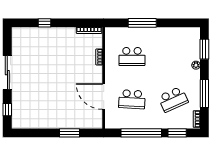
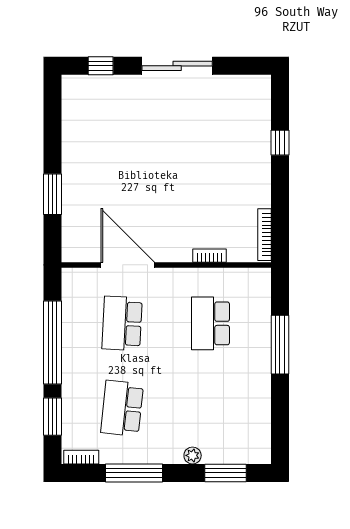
door: (104, 97) -> (128, 265), hinge flipped
school desk: (173, 99) -> (122, 408), turned 30

